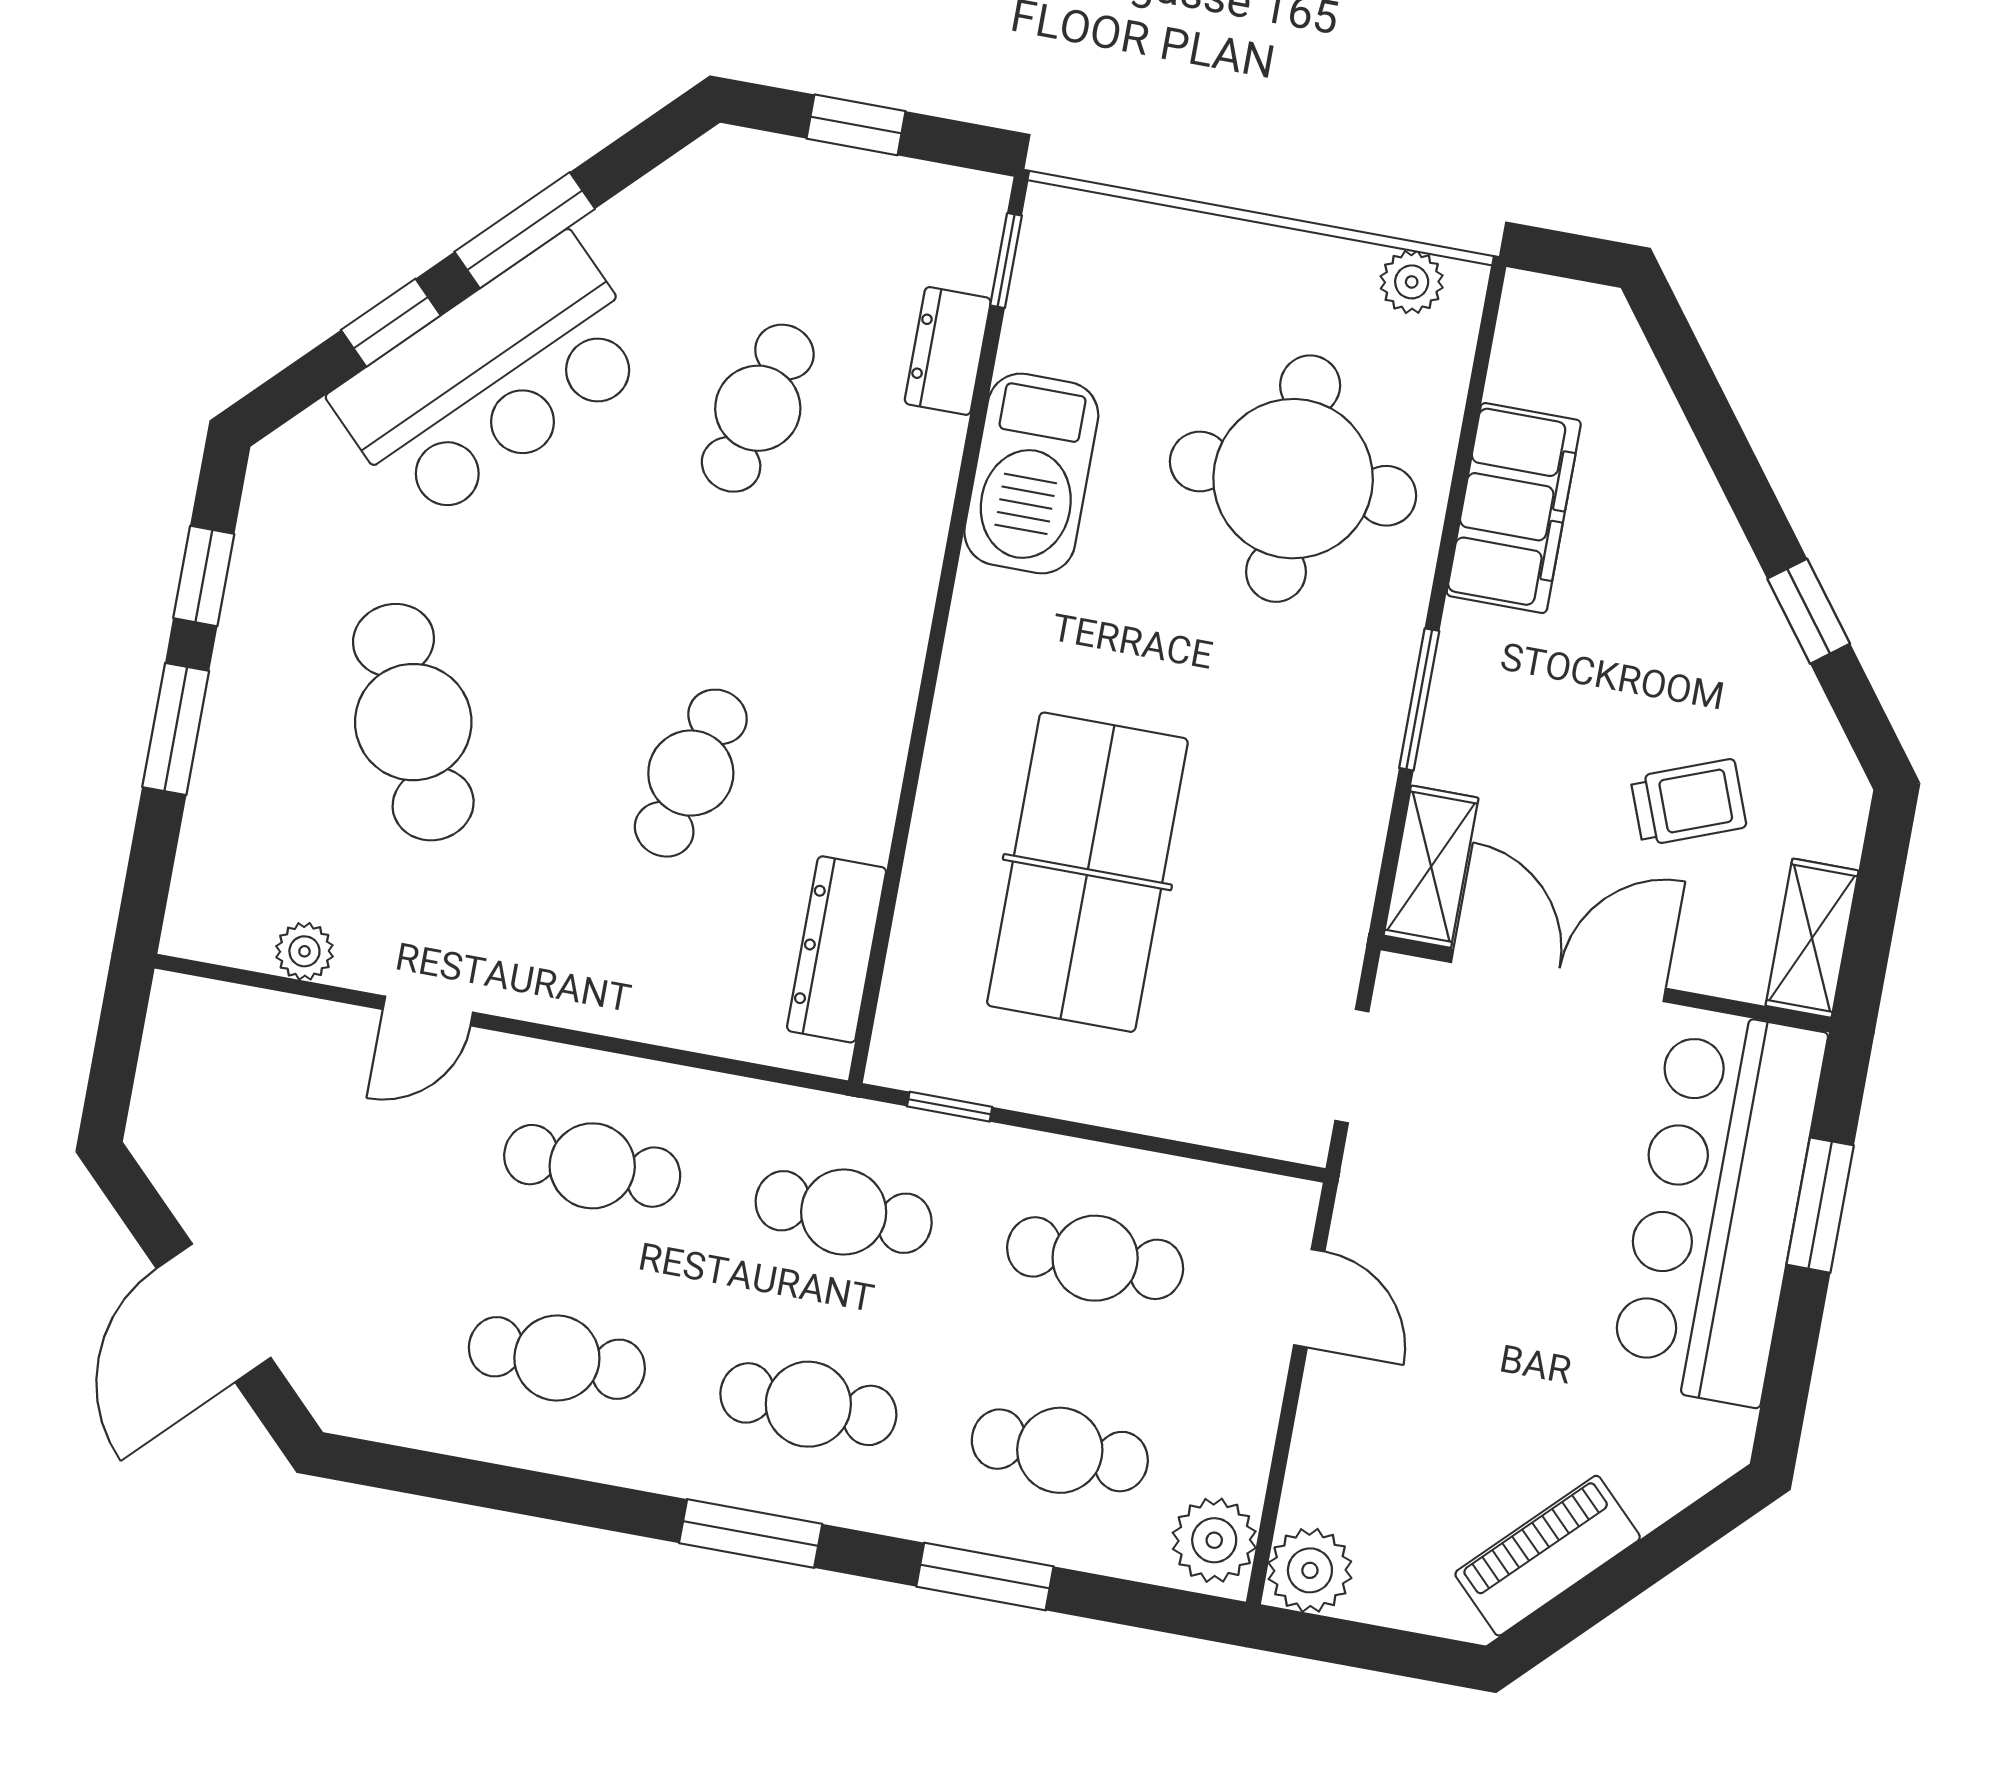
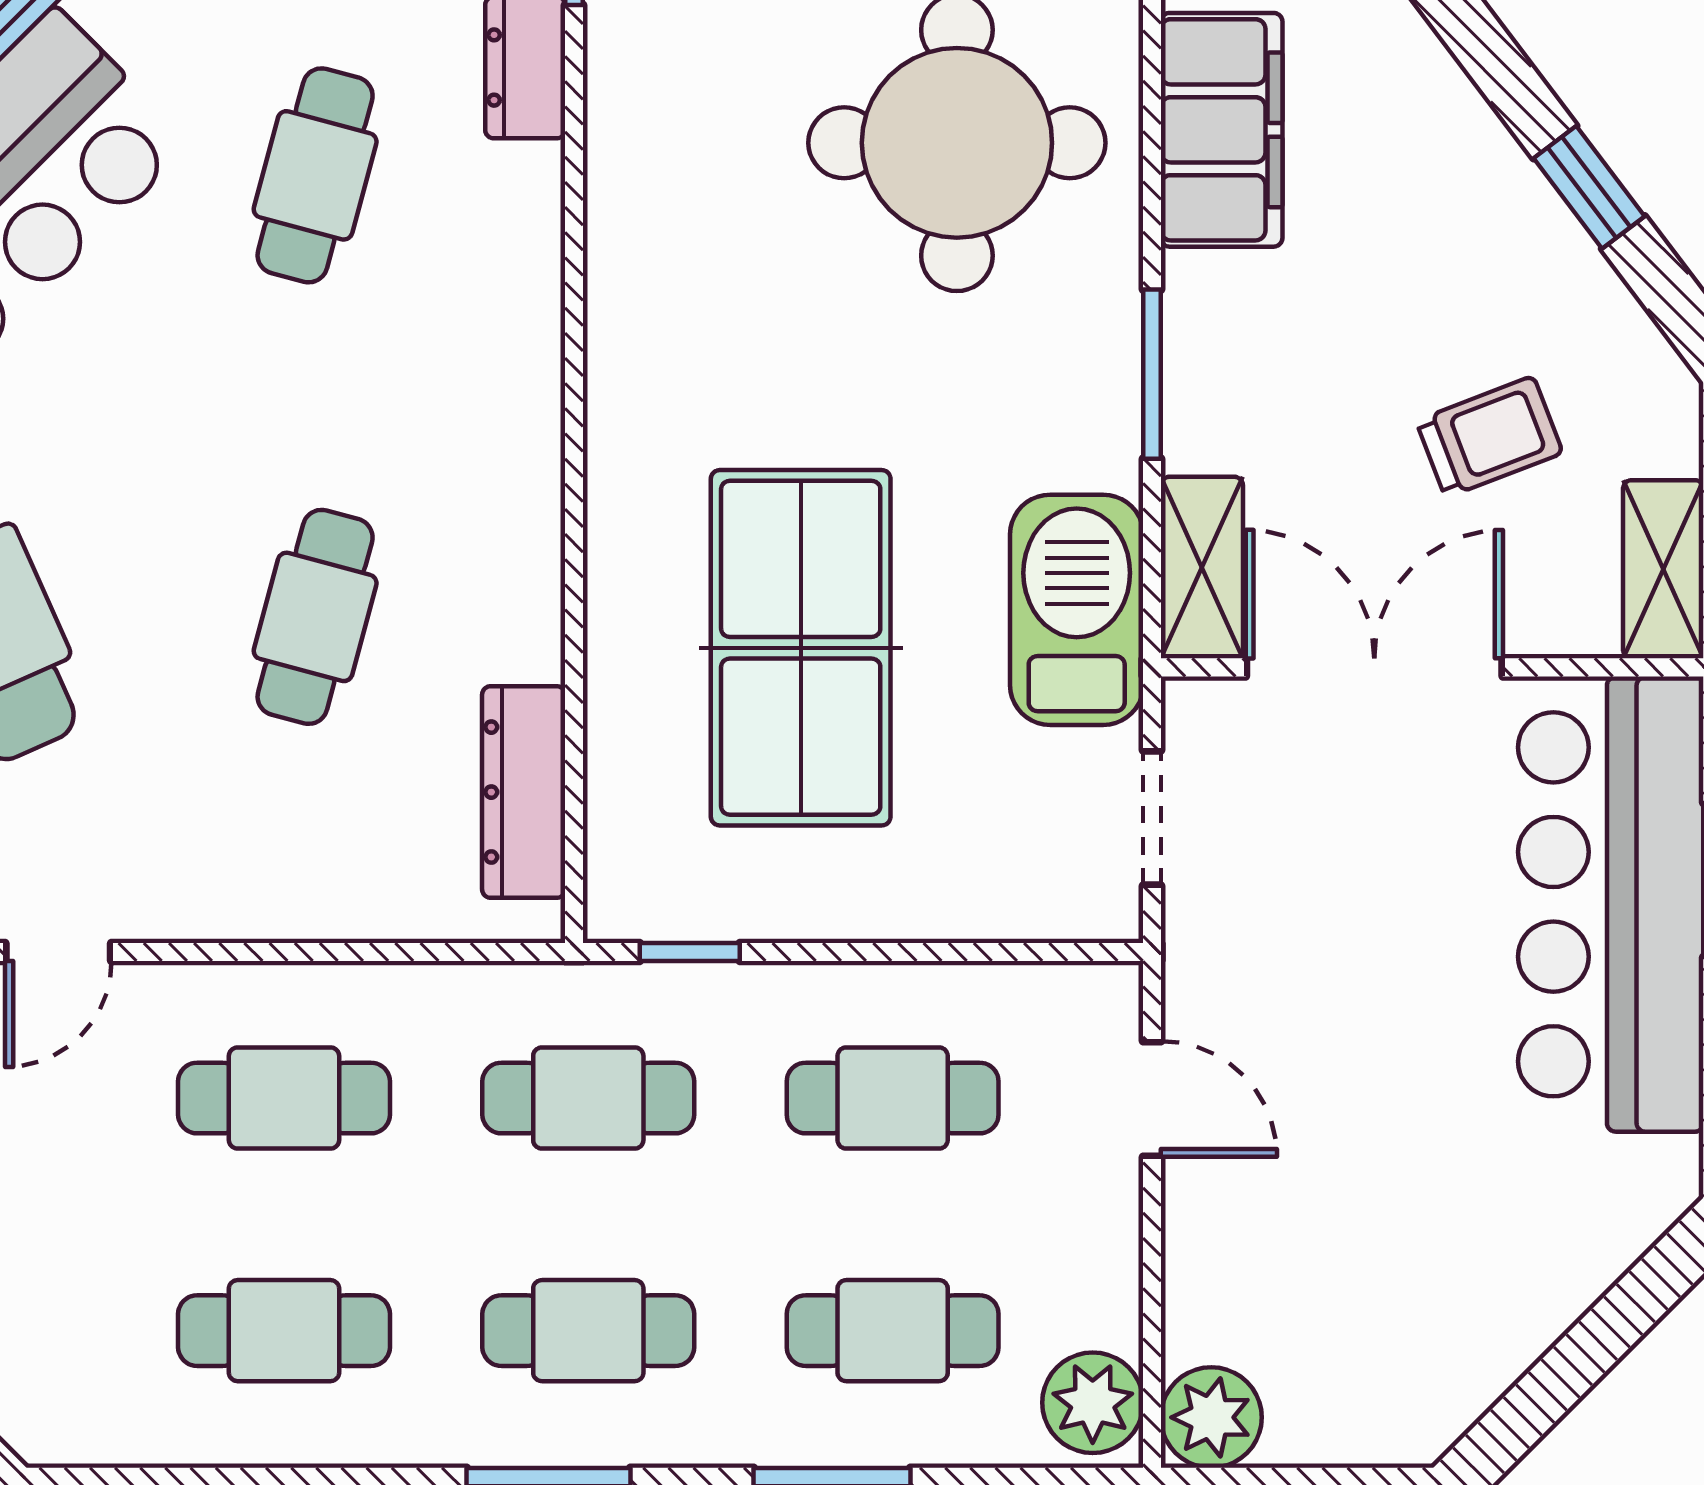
barbecue: (1031, 474) -> (1077, 610), moved, turned 180
piano: (1548, 1556) -> (1486, 1349), removed

